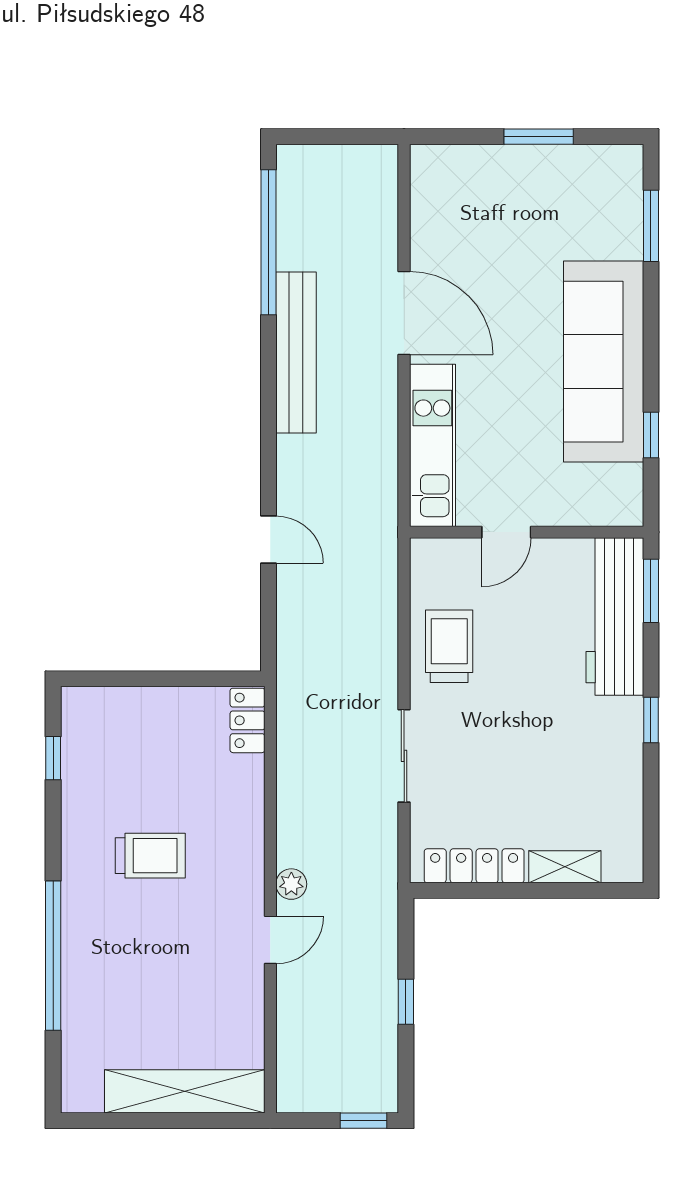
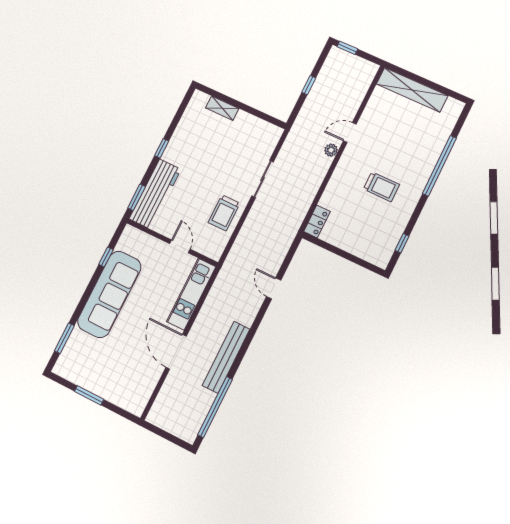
door: (506, 532) -> (180, 246), hinge flipped
trolley: (150, 856) -> (381, 187), turned 180
locker: (474, 866) -> (257, 124), removed

